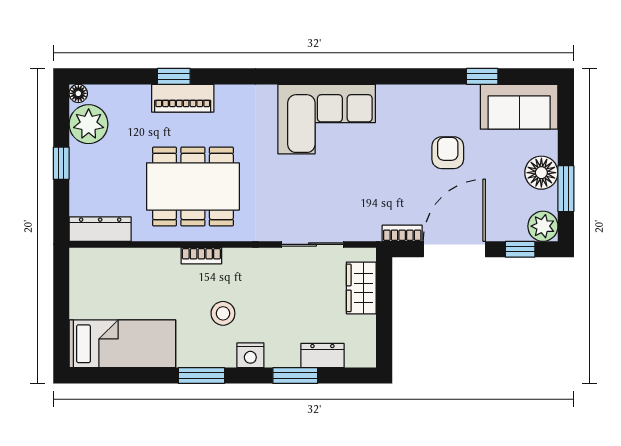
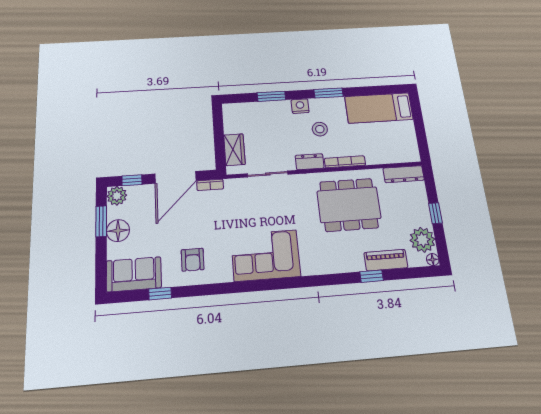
piano: (183, 98) -> (386, 260), moved
armchair: (448, 153) -> (193, 260), moved
bookcase: (201, 256) -> (345, 162), width x1.56
dresser: (322, 356) -> (310, 162), moved, turned 180

